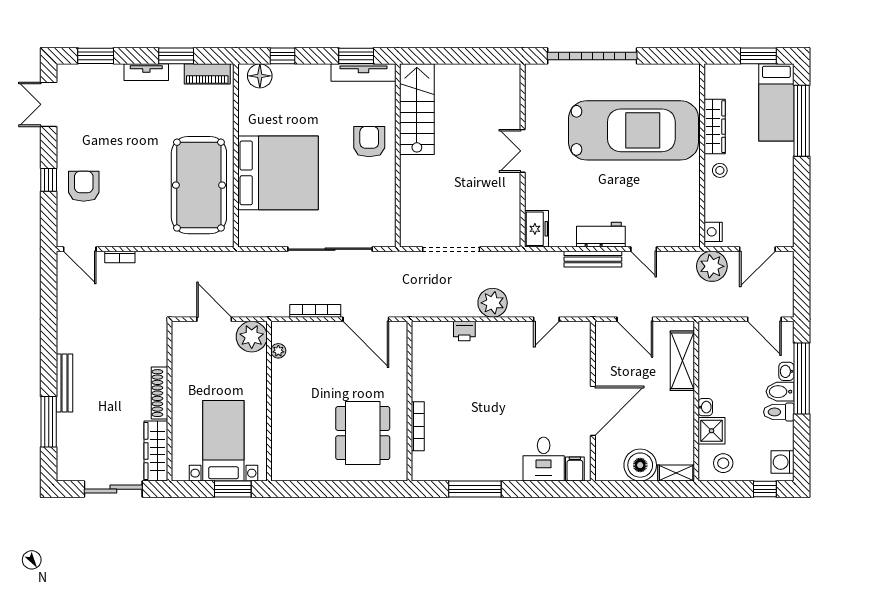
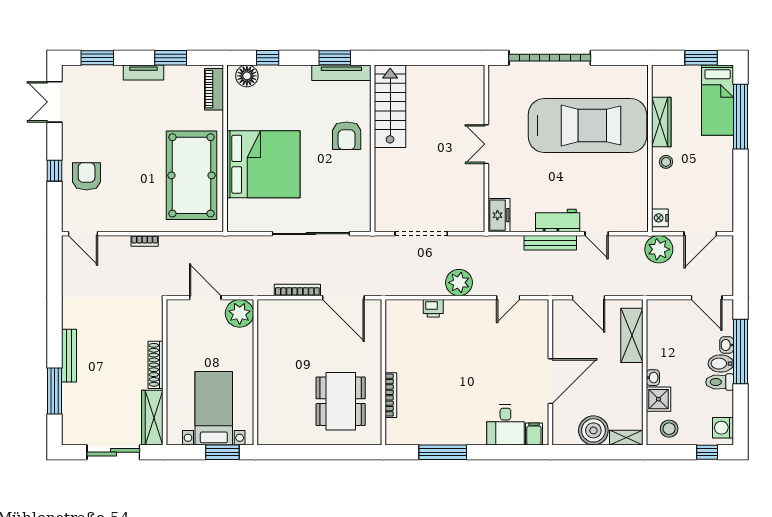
piano: (207, 74) -> (214, 89), moved, turned 90
armchair: (369, 142) -> (347, 136), turned 180
bookcase: (120, 257) -> (145, 241), moved
plant: (278, 351) -> (264, 326), removed

